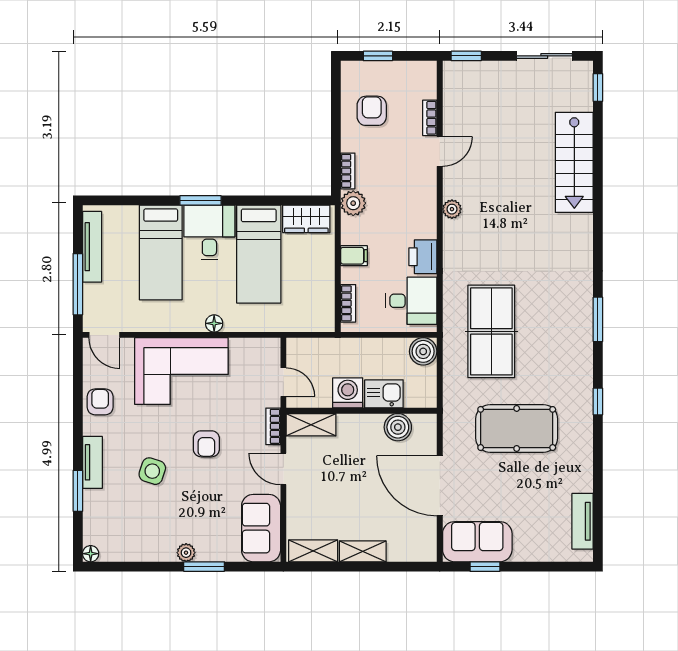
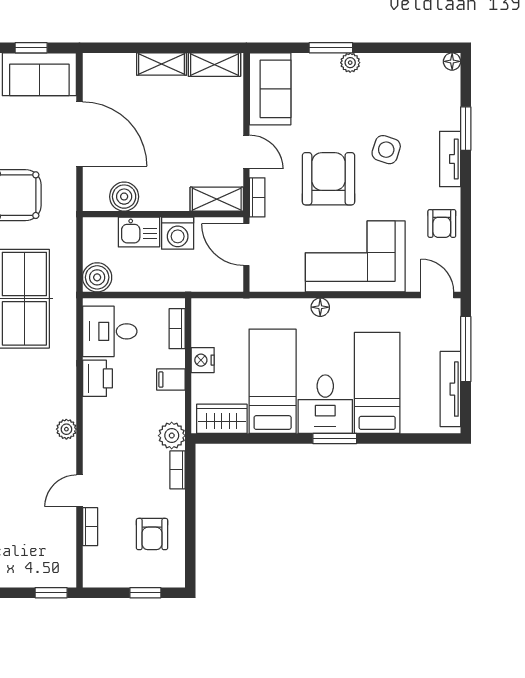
nightstand: (324, 274) -> (203, 360), added
door: (283, 382) -> (246, 245), width x1.38
armchair: (206, 444) -> (328, 179), width x1.88, depth x1.88

